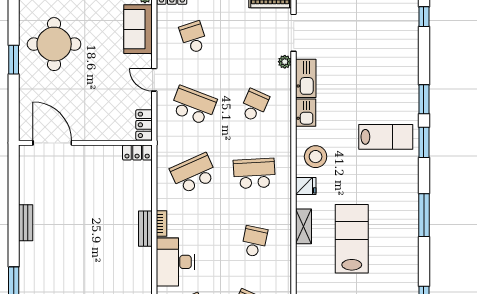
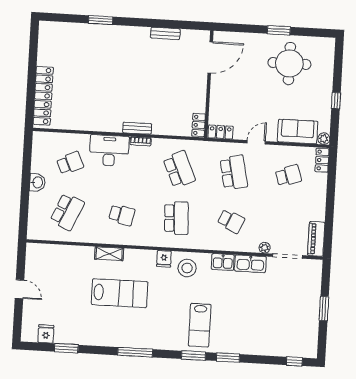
school desk: (193, 105) -> (234, 172), turned -33
bench: (26, 223) -> (165, 33), moved
shelving: (303, 226) -> (109, 254), moved

